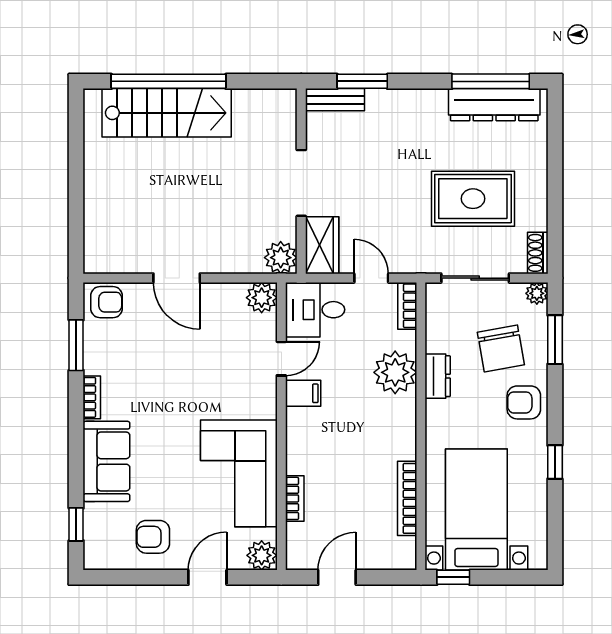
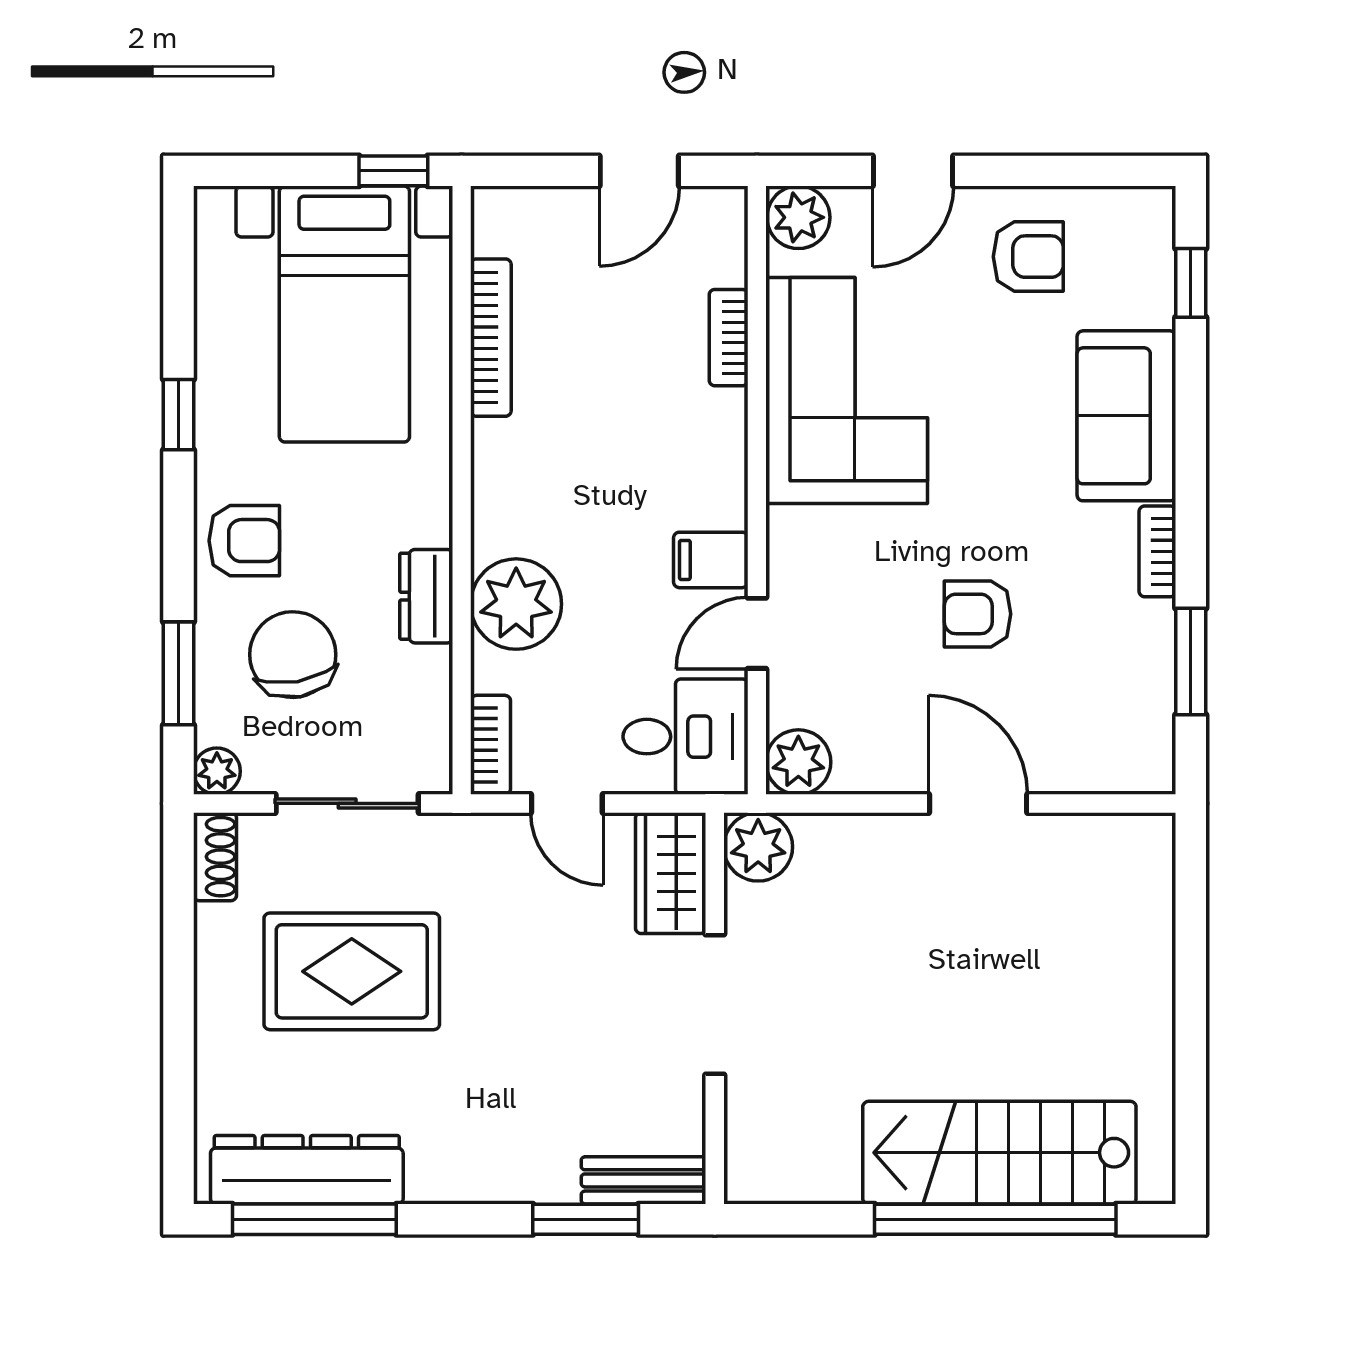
armchair: (107, 302) -> (978, 614), moved

